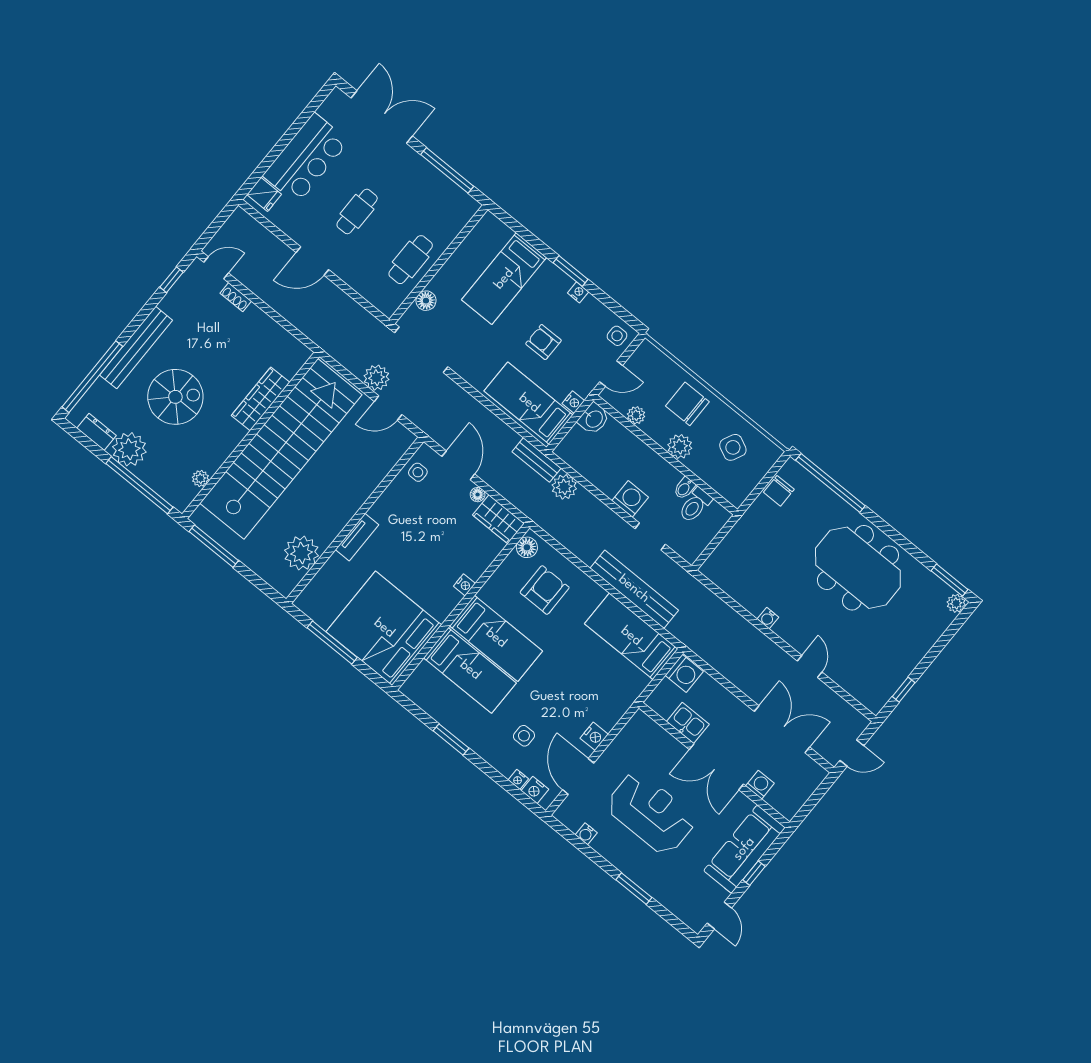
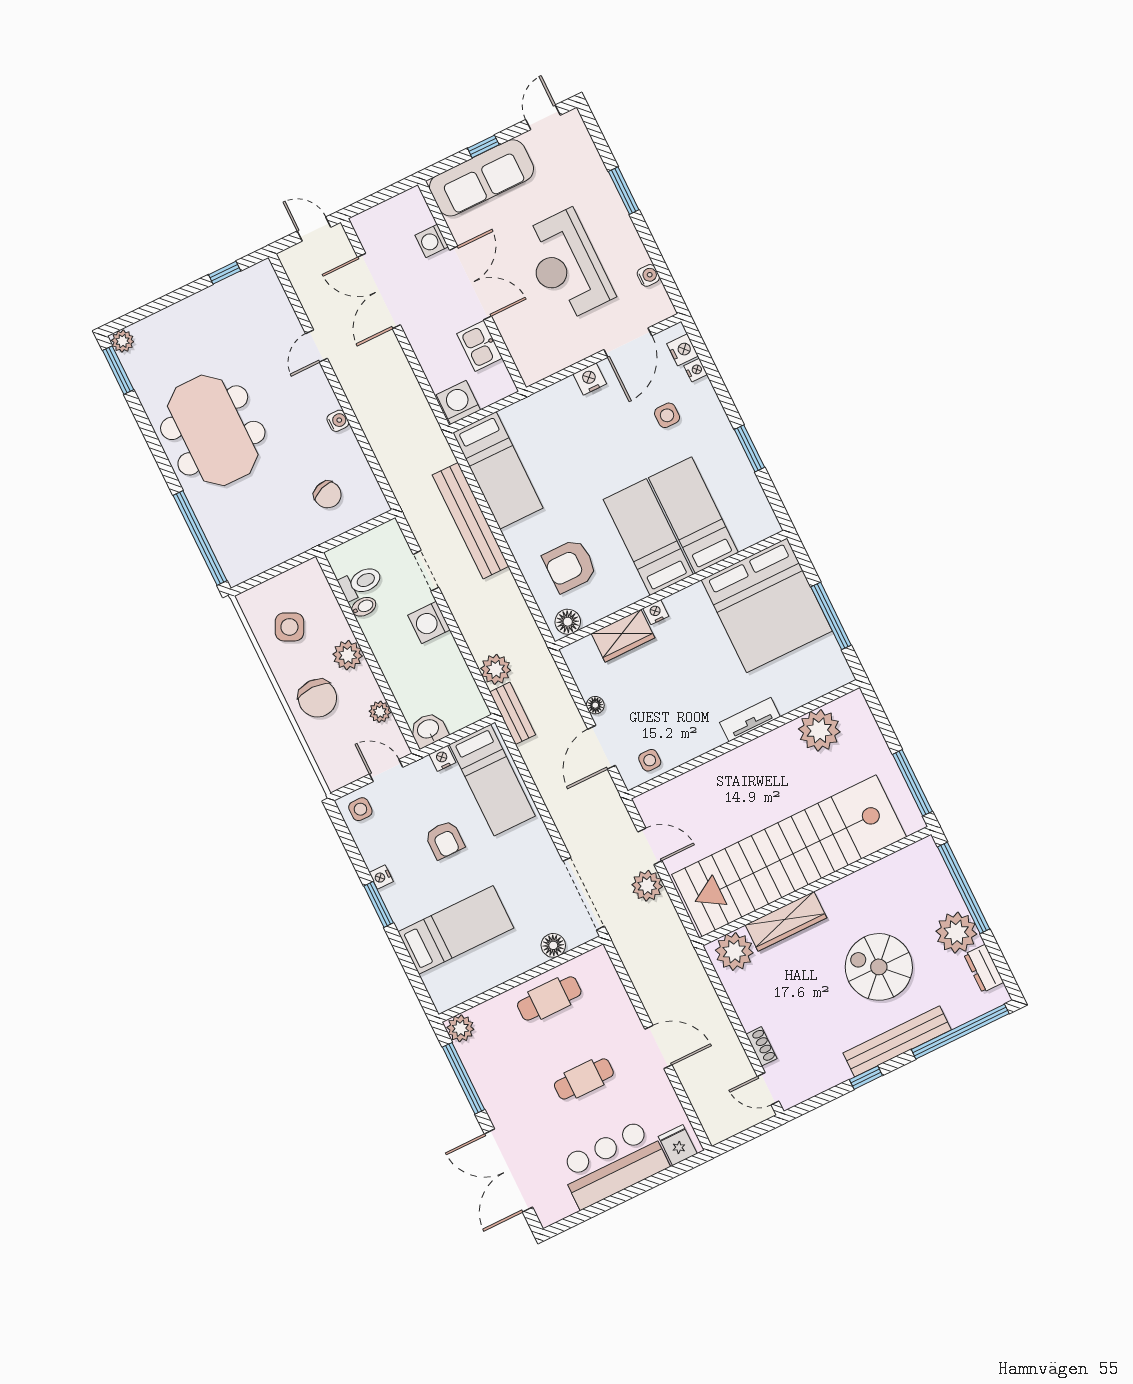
plant: (467, 207) -> (460, 1028), added
window: (171, 280) -> (866, 1078), moved
plant: (200, 478) -> (734, 951), moved, width x1.87, depth x1.87
chair: (779, 491) -> (328, 495), moved, turned 70
wardrobe: (498, 519) -> (623, 636), moved, turned 90

